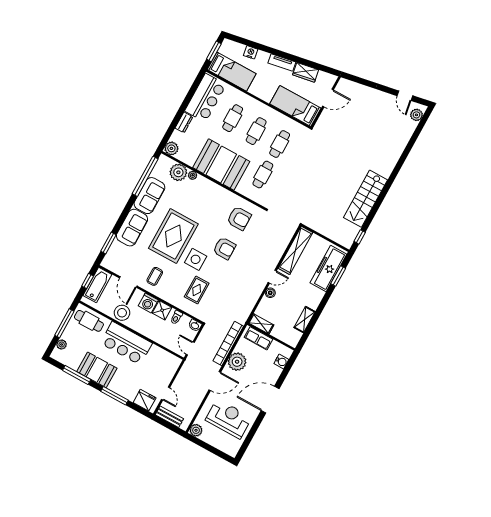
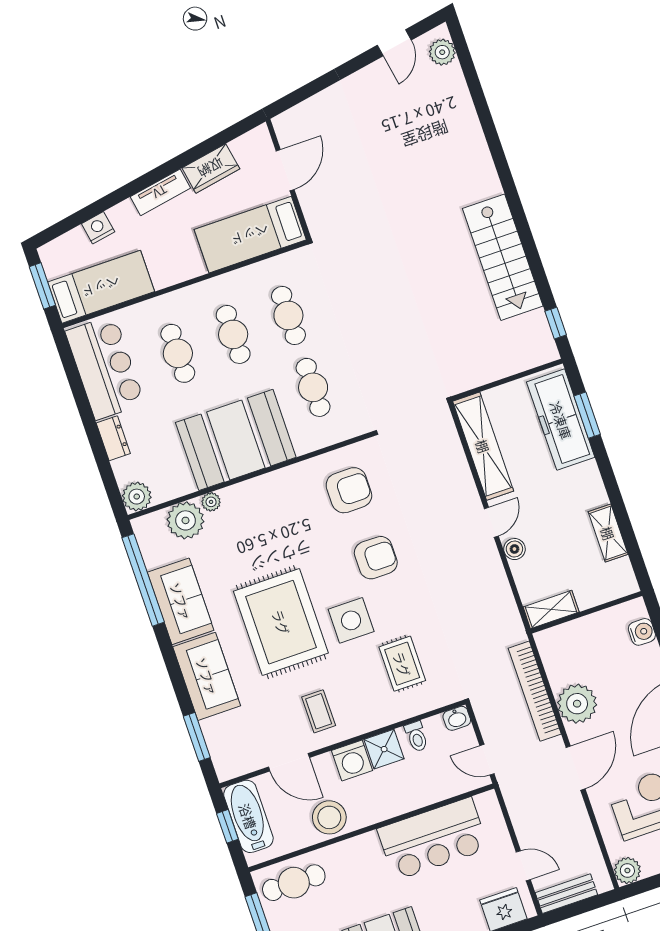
door: (405, 96) -> (394, 43), hinge flipped
row of seats: (259, 338) -> (571, 635), removed
bar counter: (126, 343) -> (433, 839), moved

